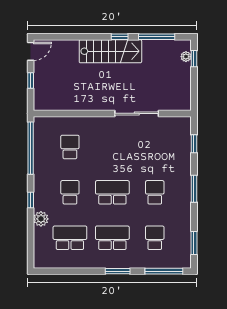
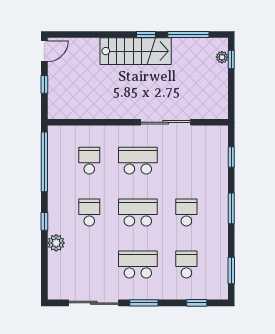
school desk: (70, 238) -> (138, 161), moved
sliding door: (74, 271) -> (94, 303), added
window: (164, 271) -> (197, 303), width x0.46

